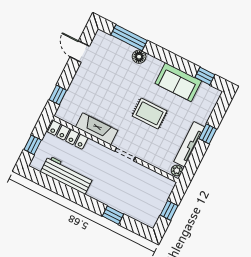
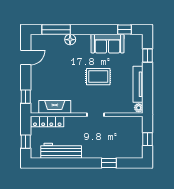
door: (80, 52) -> (26, 57), swing flipped
fireplace: (97, 129) -> (55, 107), moved
window: (208, 134) -> (148, 56), moved

